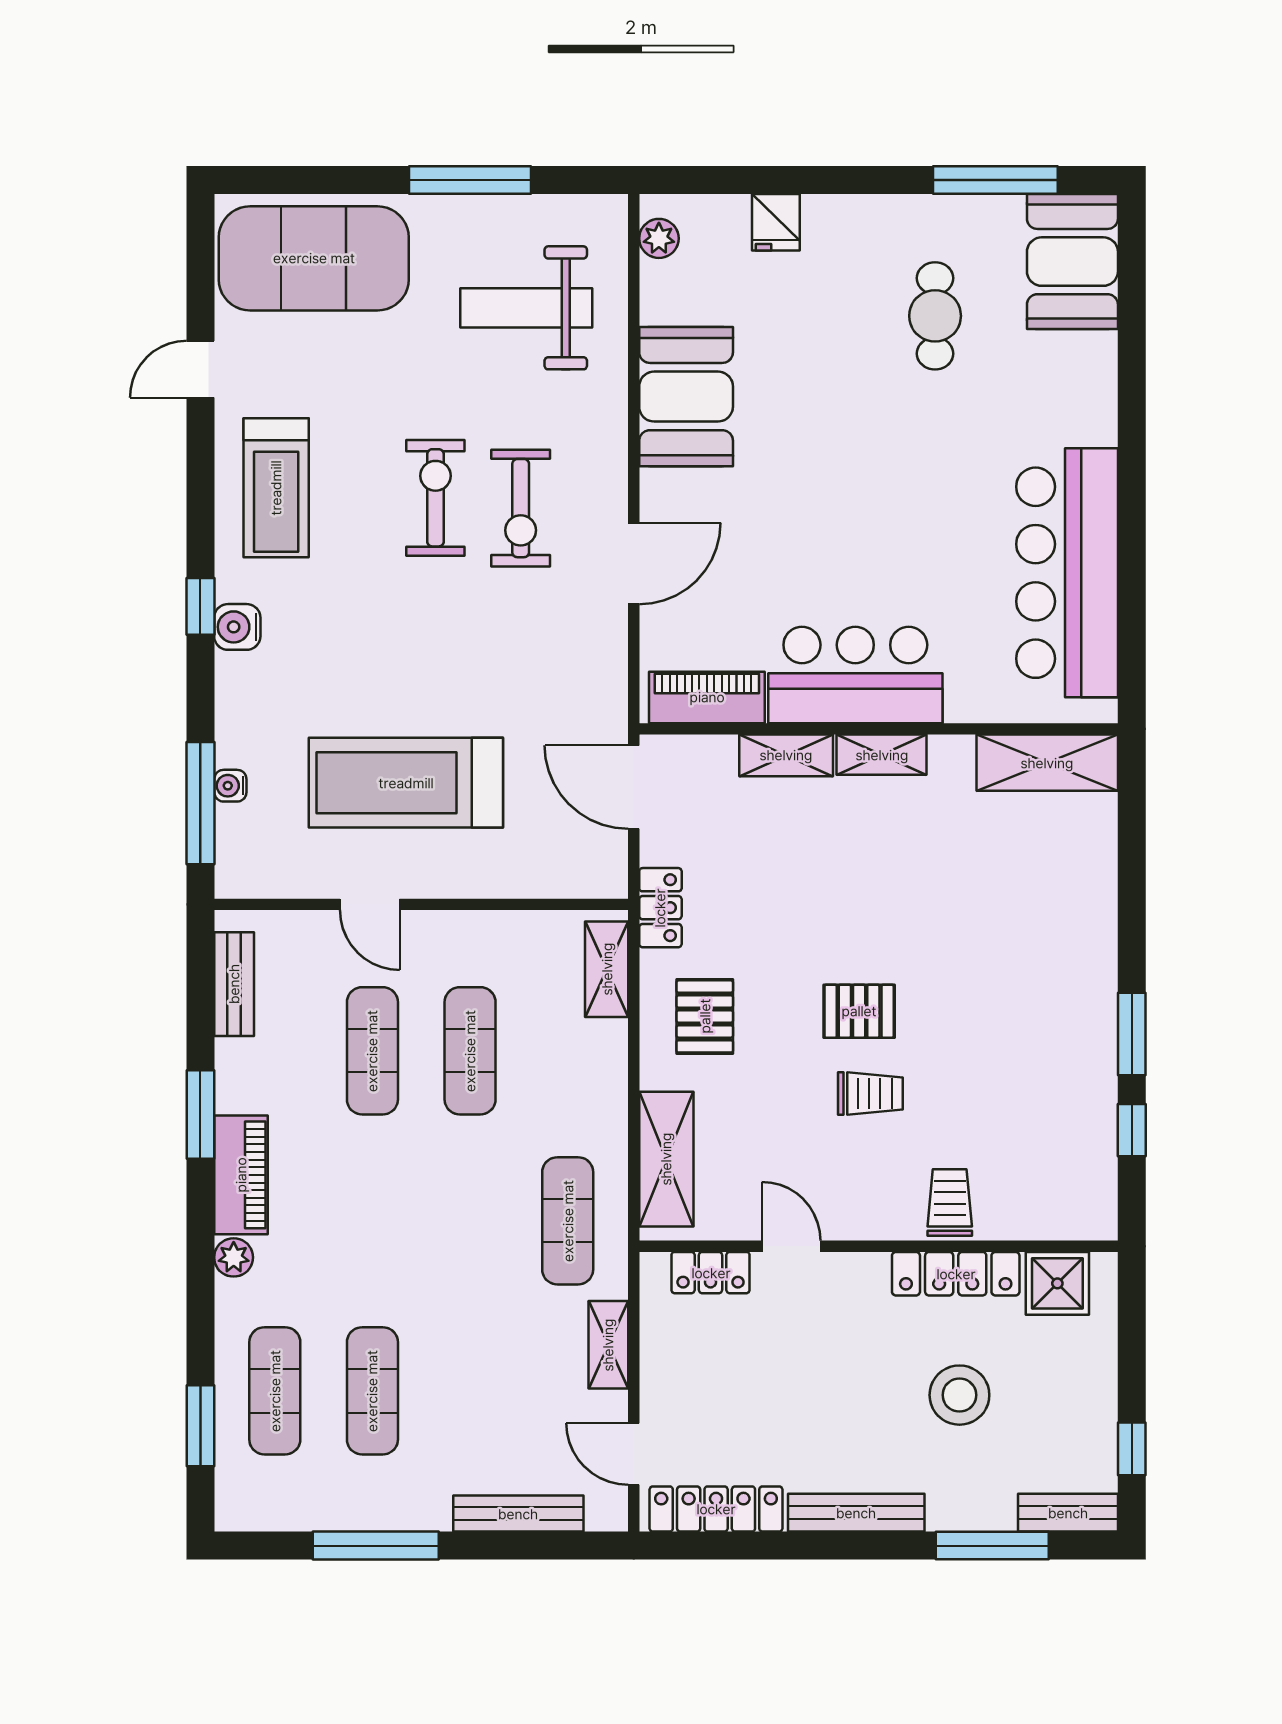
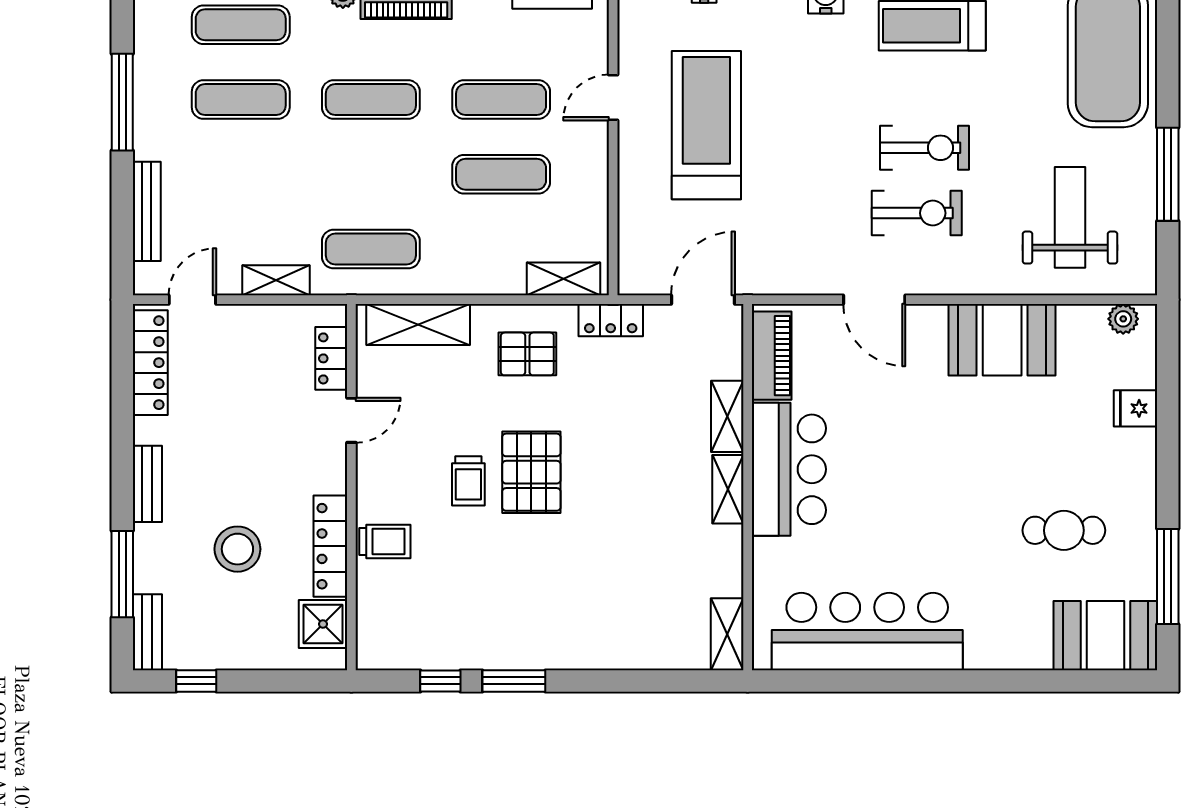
exercise bike: (521, 508) -> (917, 213), turned 180
shelving: (1047, 763) -> (727, 634), width x0.67, depth x0.75
pallet: (859, 1011) -> (531, 472), width x1.50, depth x1.42
exercise mat: (372, 1221) -> (371, 100), added
bench: (856, 1513) -> (147, 484), width x0.73

